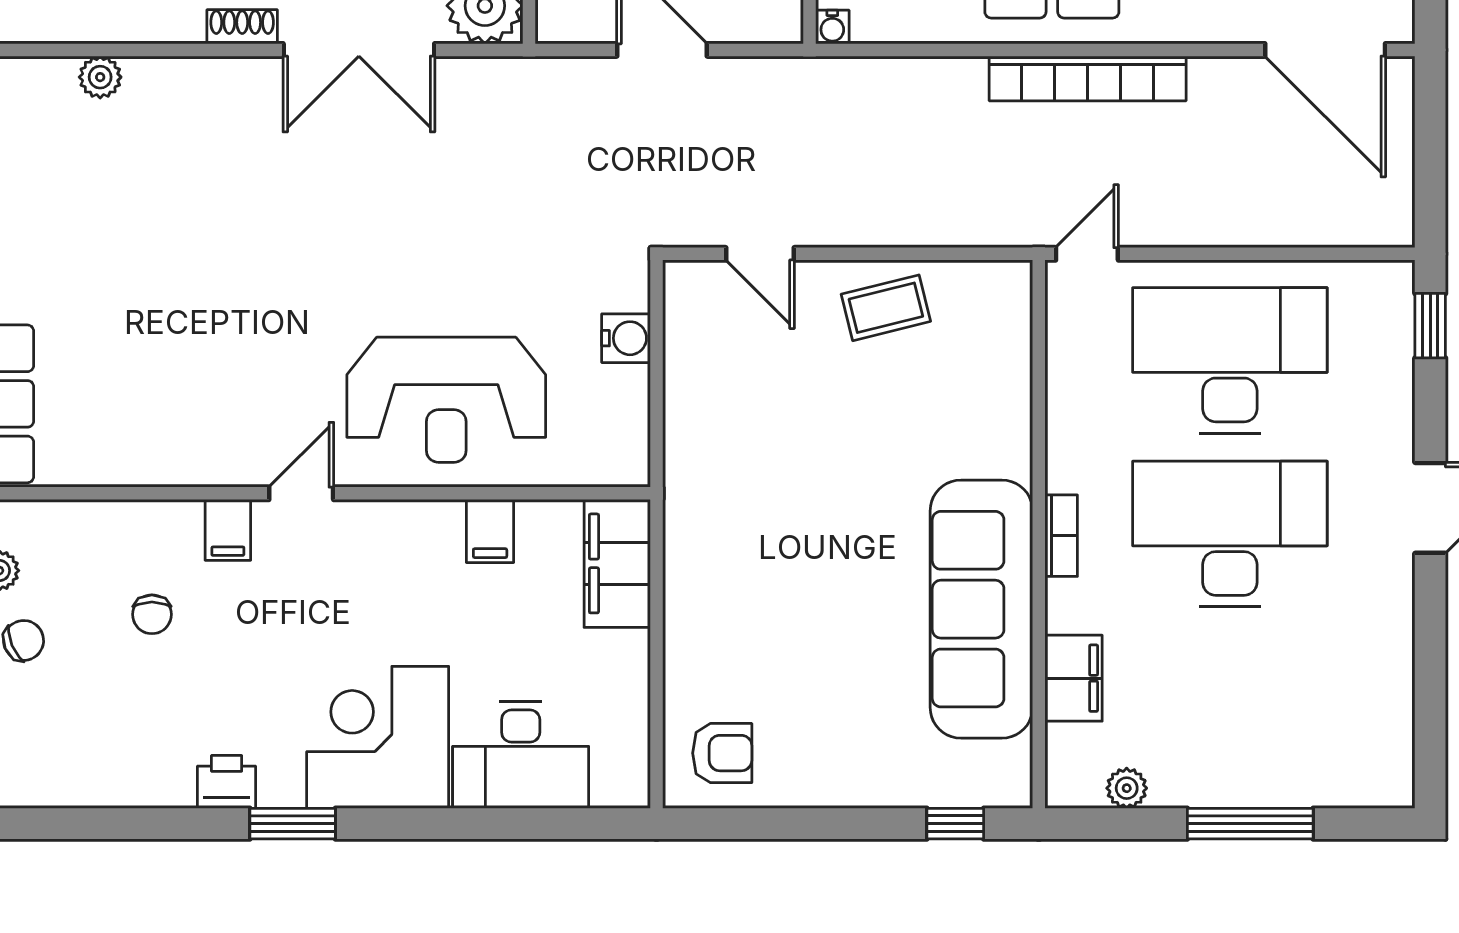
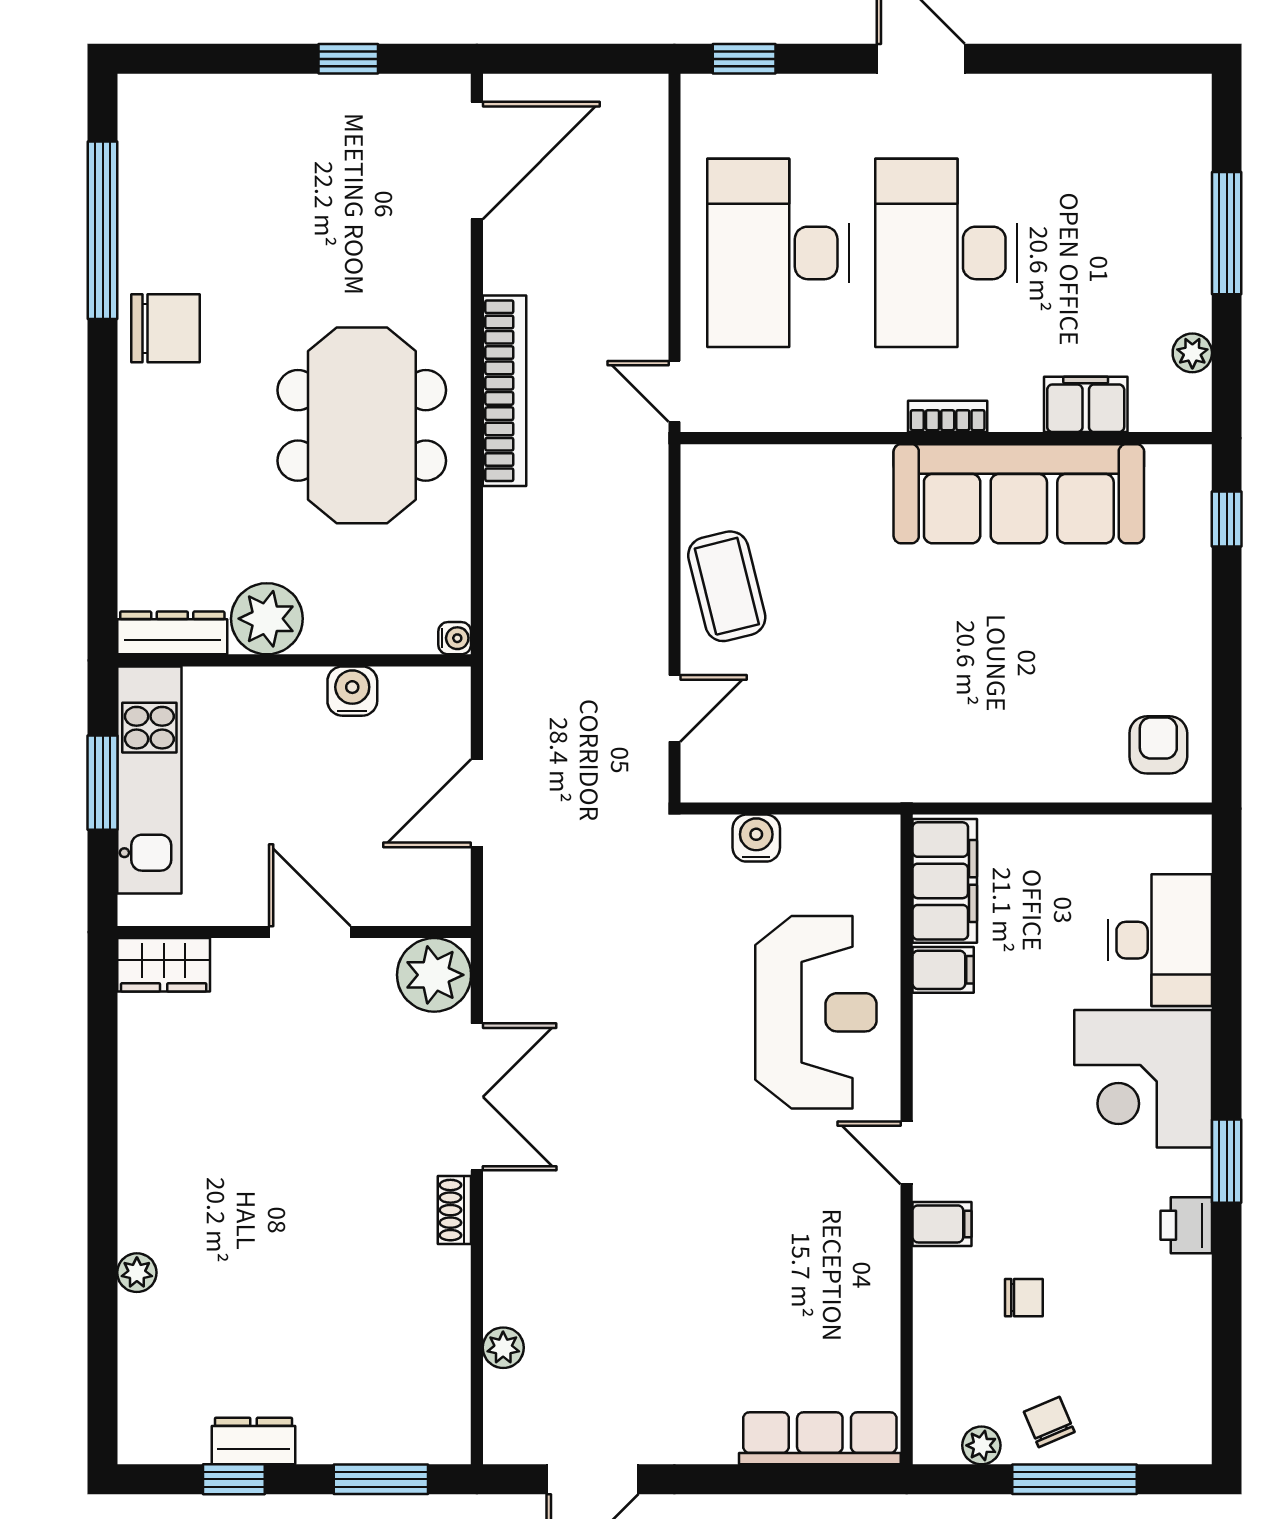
coffee table: (886, 308) -> (727, 586), width x1.36, depth x1.30
filing cabinet: (617, 563) -> (945, 881), moved, turned -90

